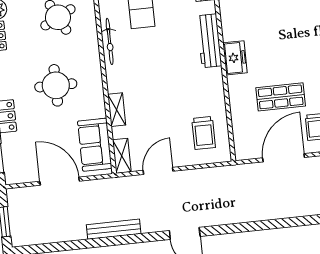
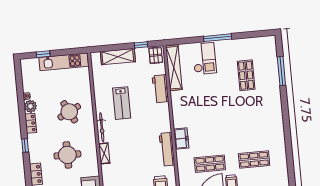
workbench: (209, 41) -> (167, 149), moved
shelving: (117, 110) -> (104, 153), moved

